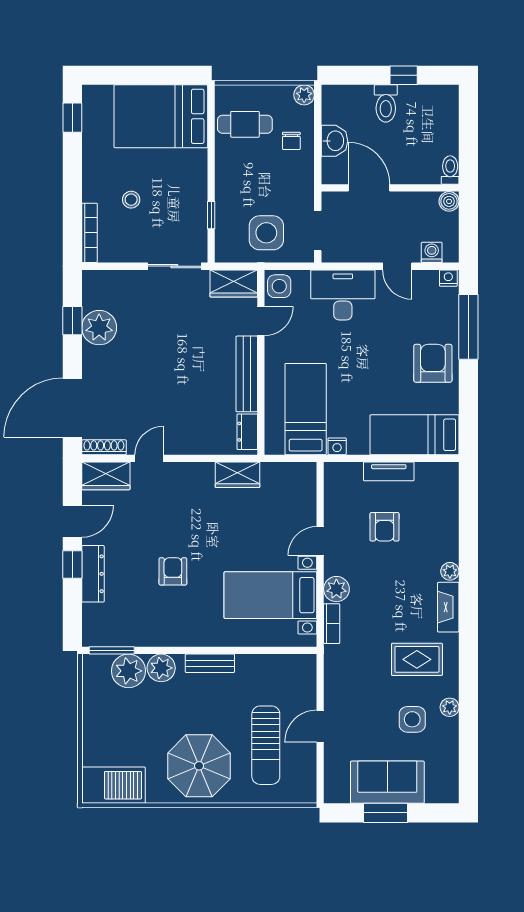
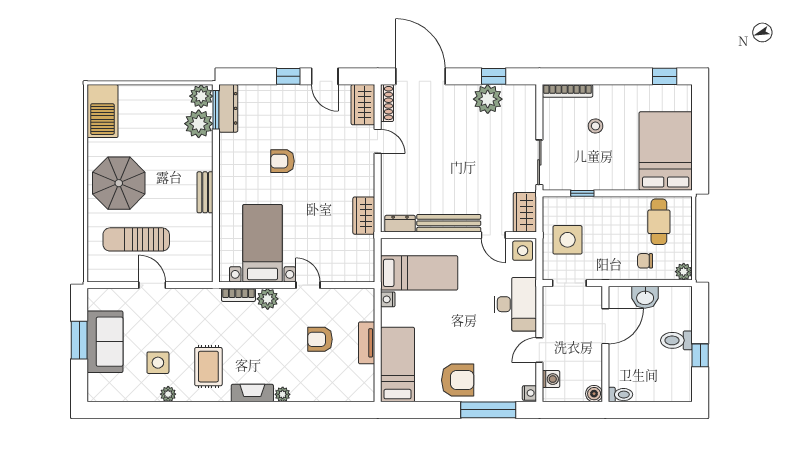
armchair: (173, 571) -> (282, 161), turned 180
dresser: (93, 574) -> (228, 108), moved, turned -90
plant: (161, 668) -> (201, 96), moved

